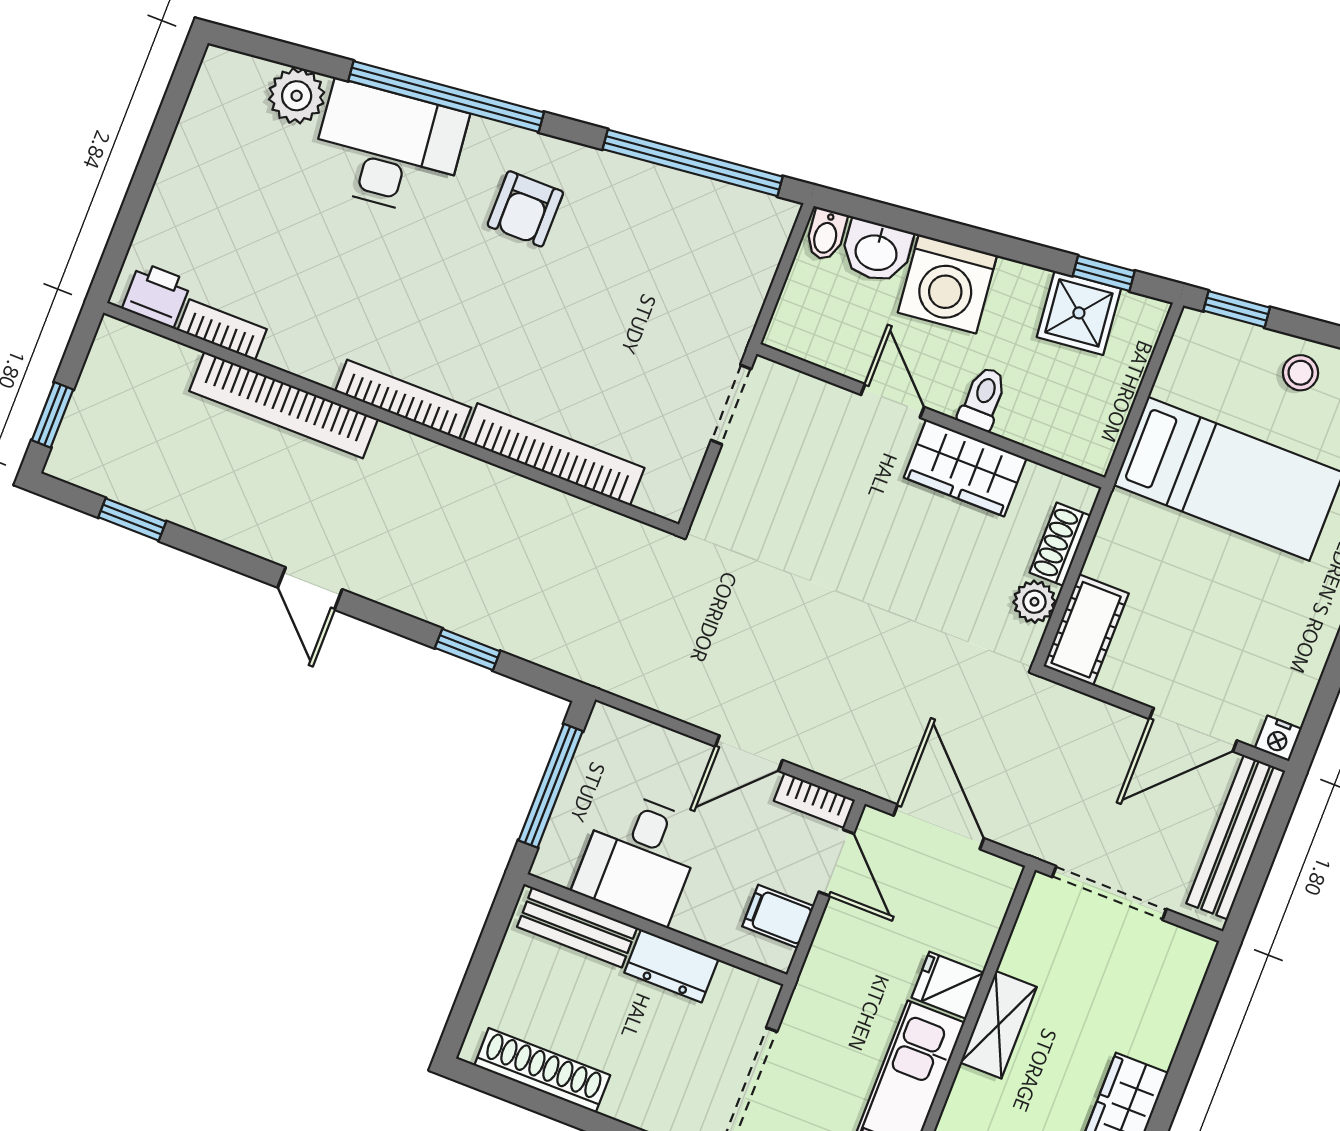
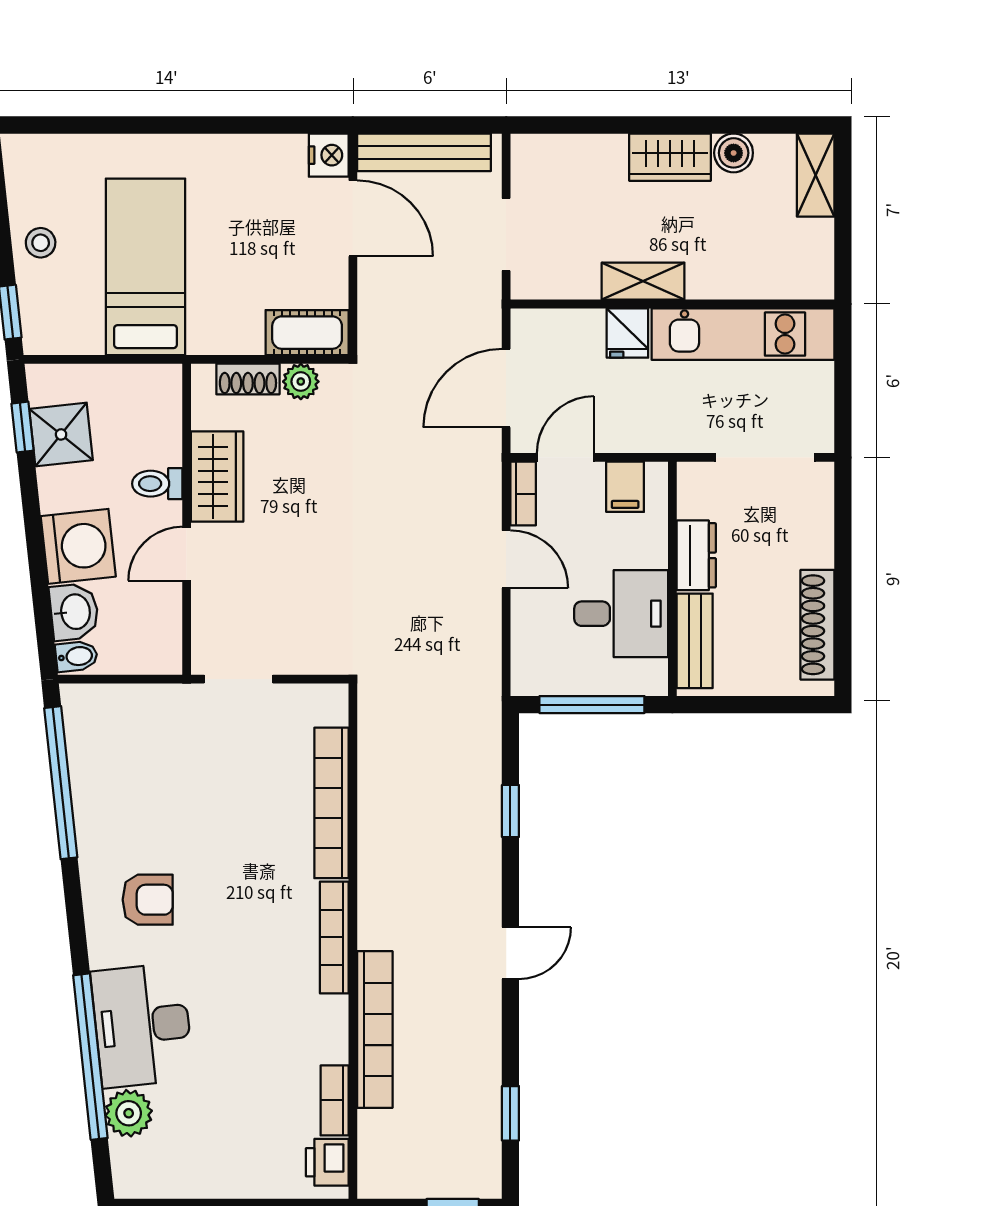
window: (446, 97) -> (90, 1057), moved
nightstand: (1278, 738) -> (329, 155), width x1.39, depth x1.35
doorway: (1109, 893) -> (506, 234), width x0.73

